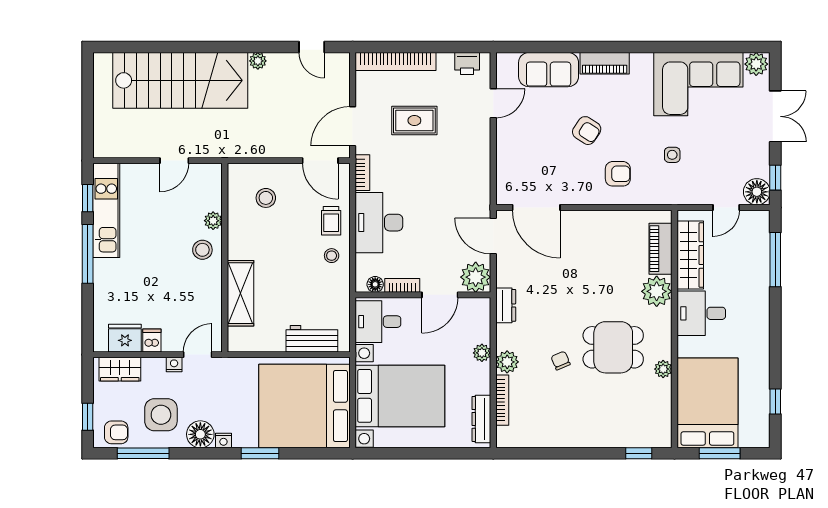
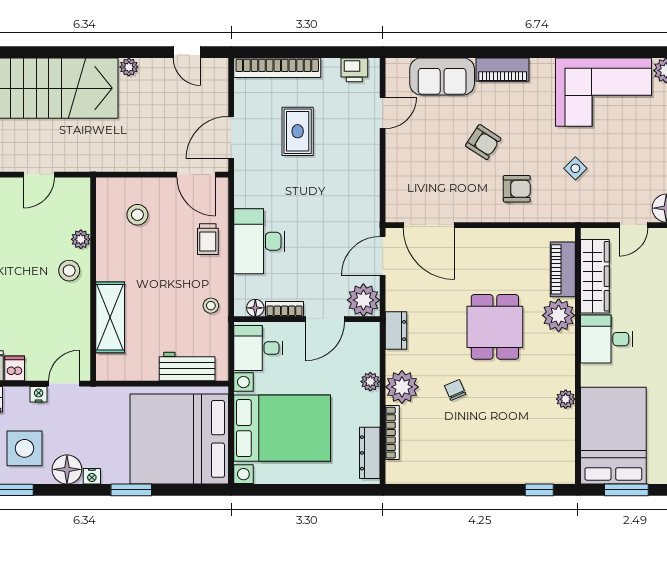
rug: (414, 120) -> (298, 131), turned 90
side table: (672, 155) -> (575, 168), turned 45
bookcase: (362, 173) -> (242, 187), removed
door: (493, 236) -> (383, 256), hinge flipped
stool: (332, 256) -> (211, 306), moved
dining table: (613, 347) -> (495, 327), moved, turned 90
plant: (507, 362) -> (402, 387), width x1.36, depth x1.36

